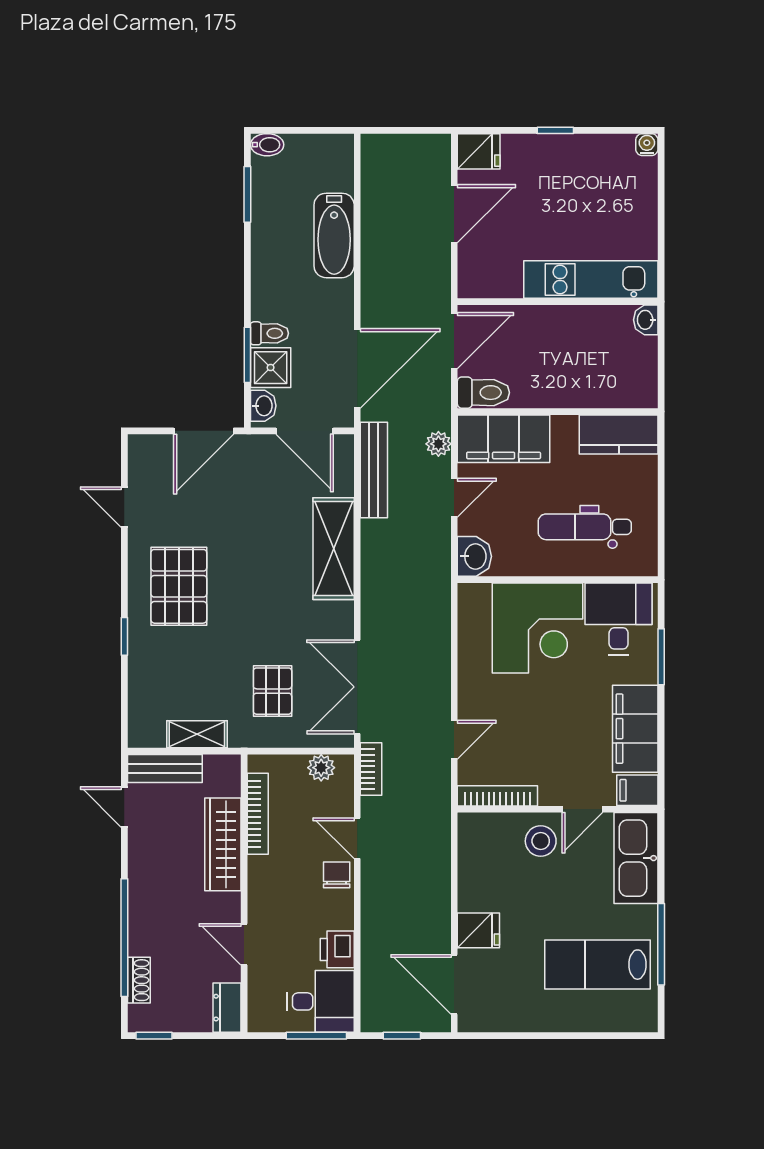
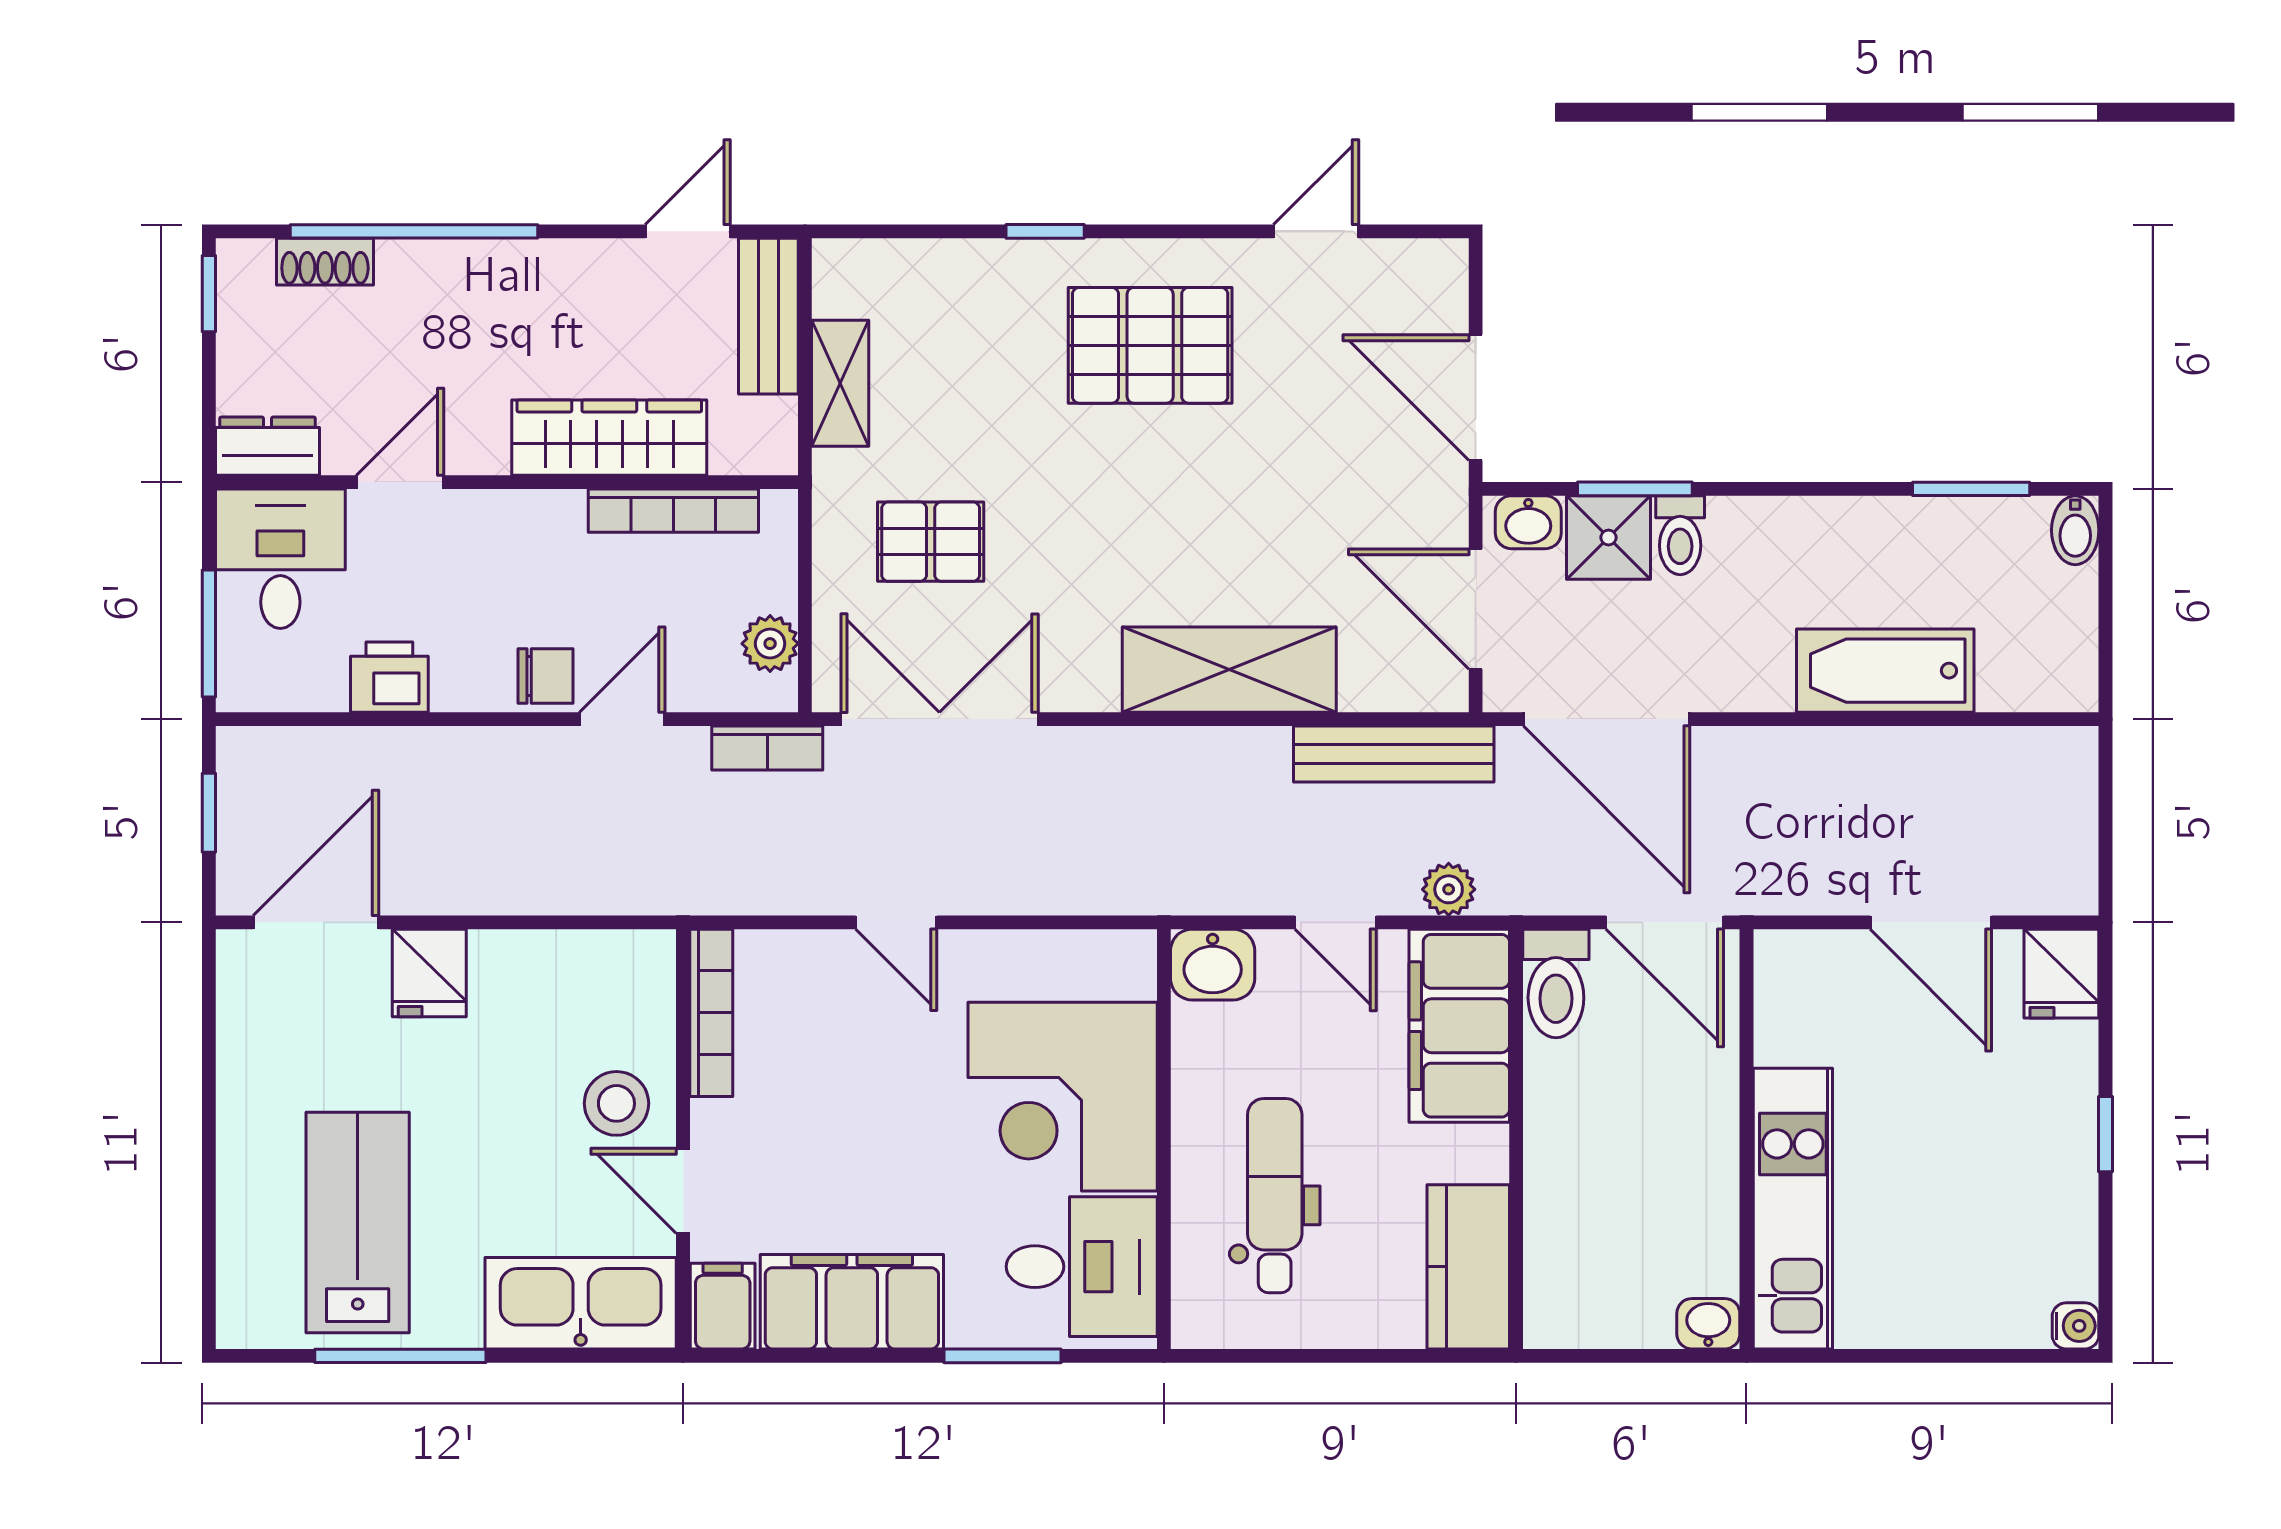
door: (305, 431) -> (1476, 609), hinge flipped
door: (454, 740) -> (896, 922), moved
desk: (321, 1001) -> (280, 559), moved, turned 180

